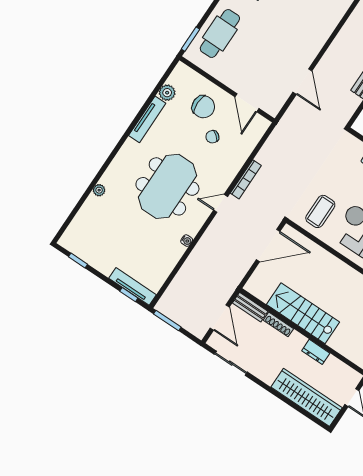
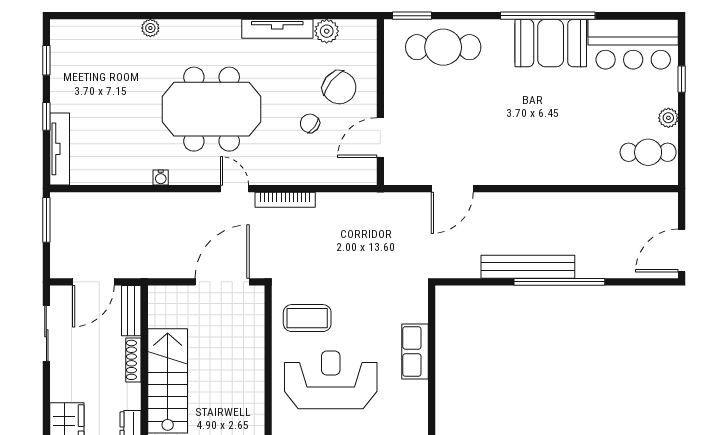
chair: (203, 107) -> (339, 87), turned -51
door: (268, 246) -> (222, 282), swing flipped
window: (129, 295) -> (46, 116), moved

